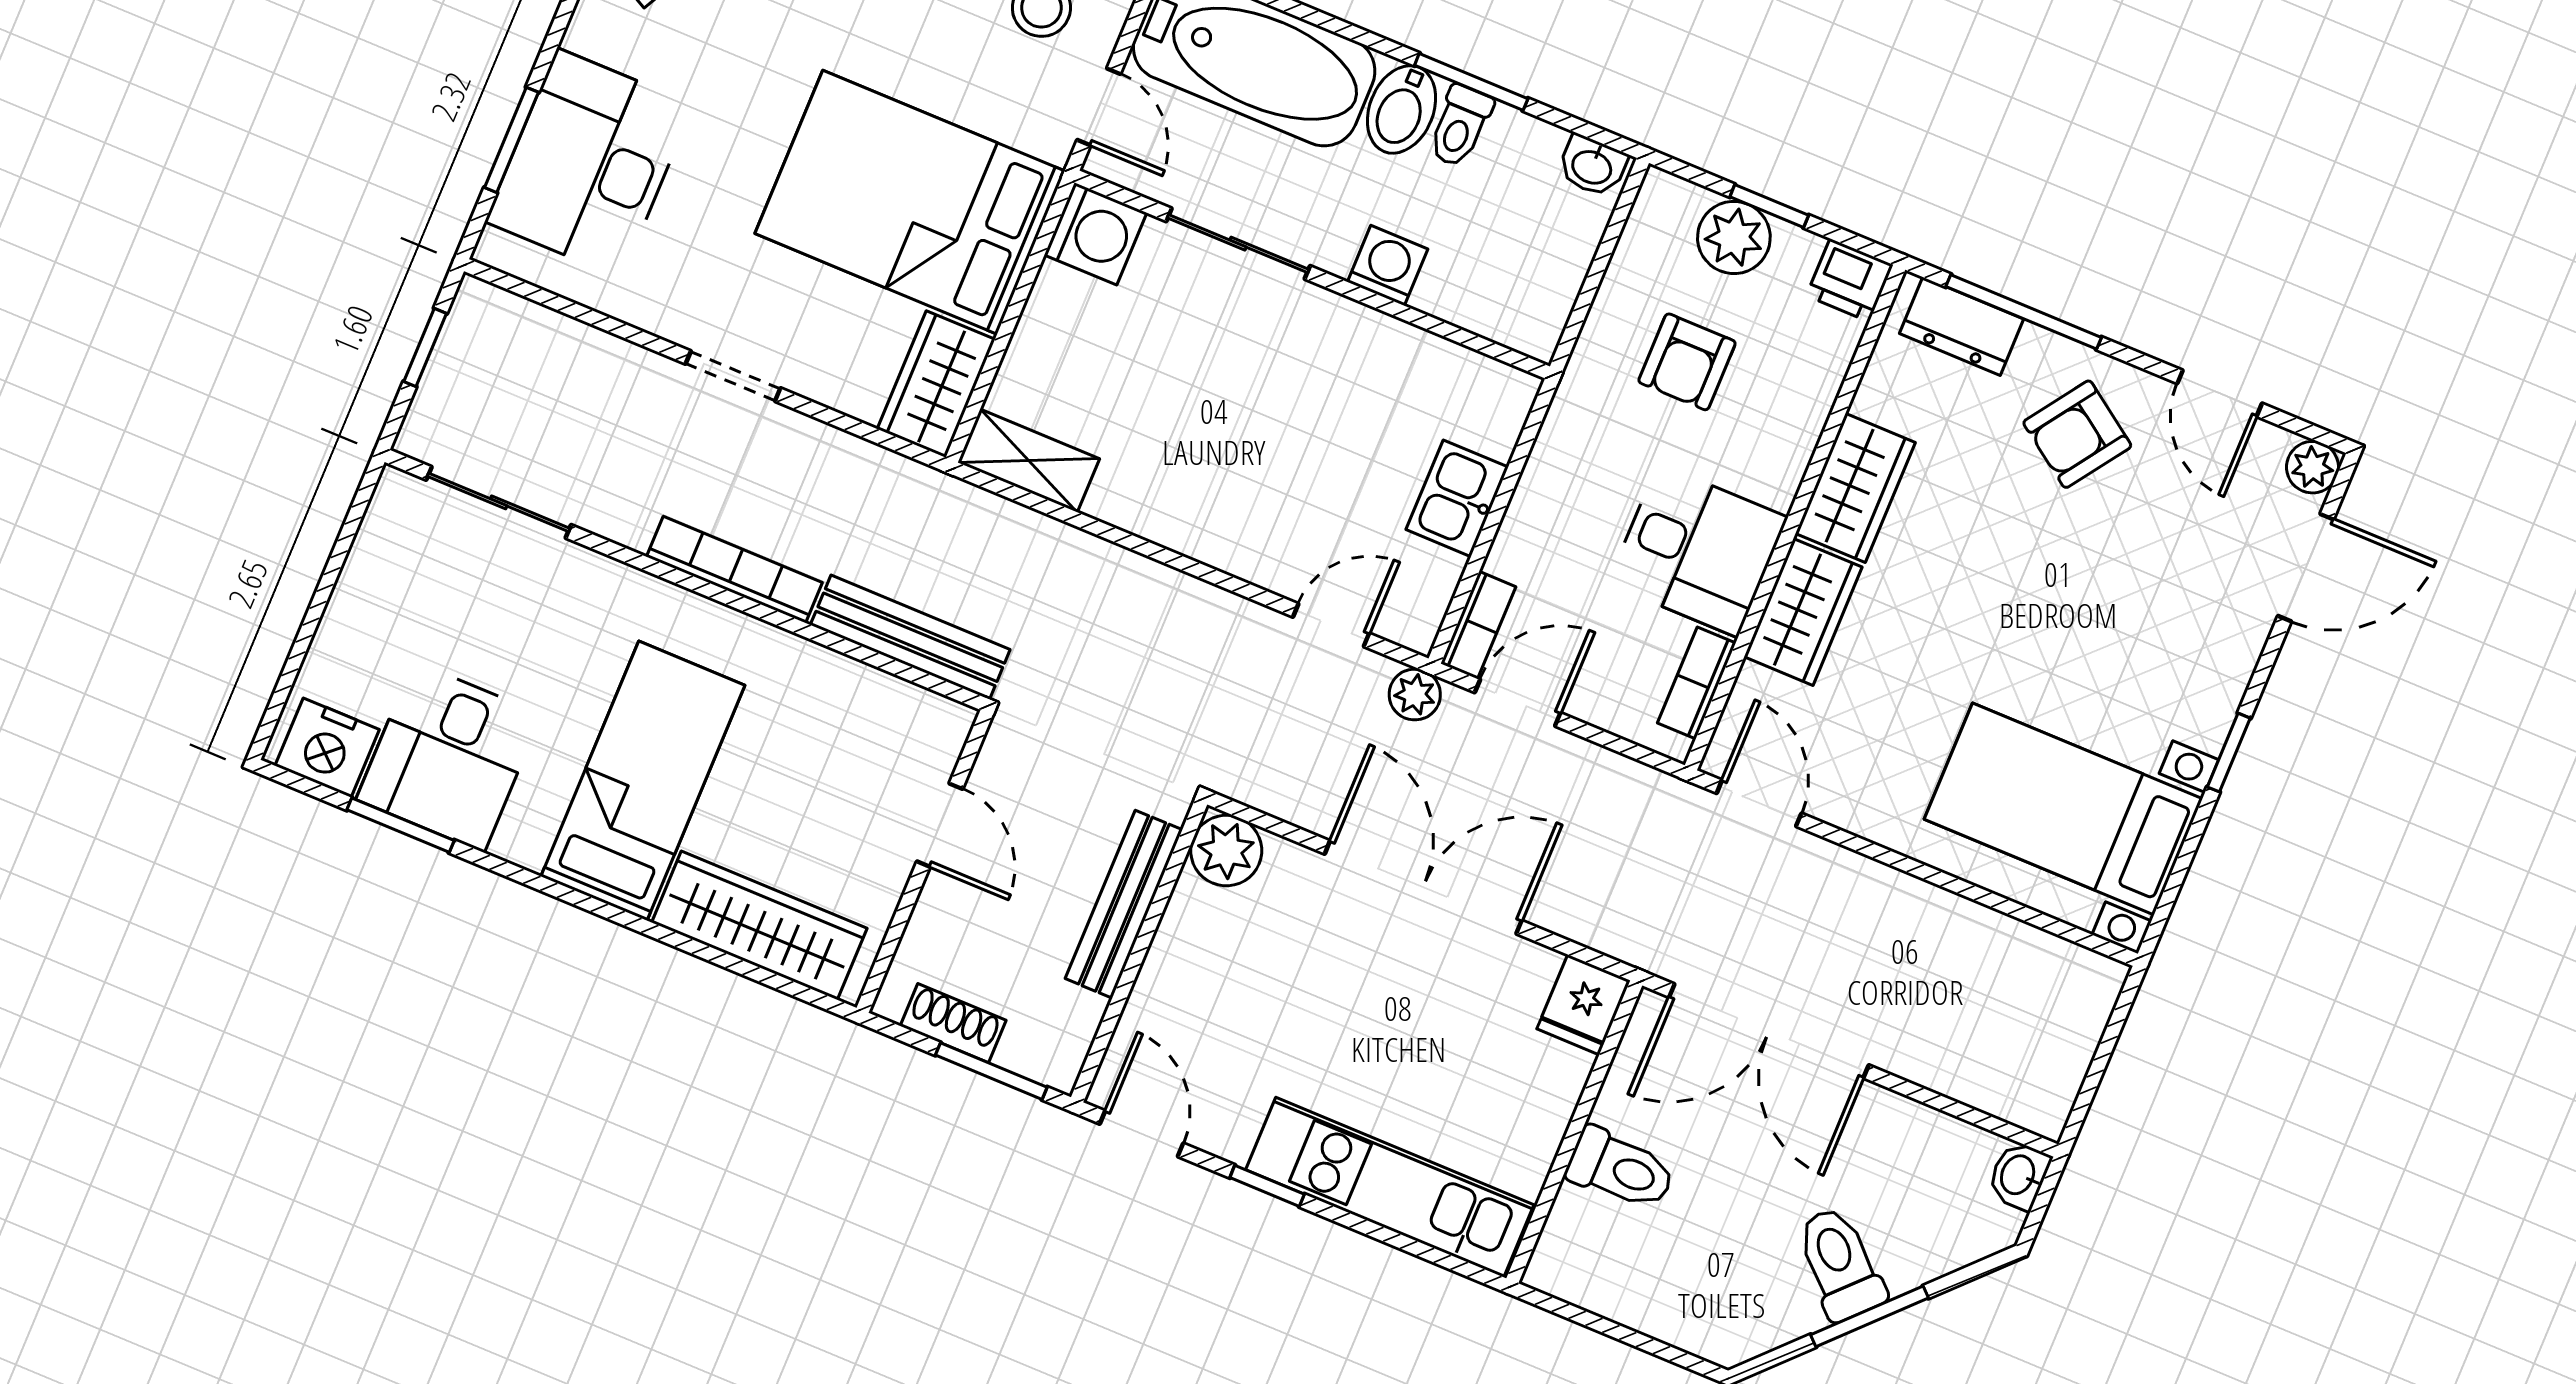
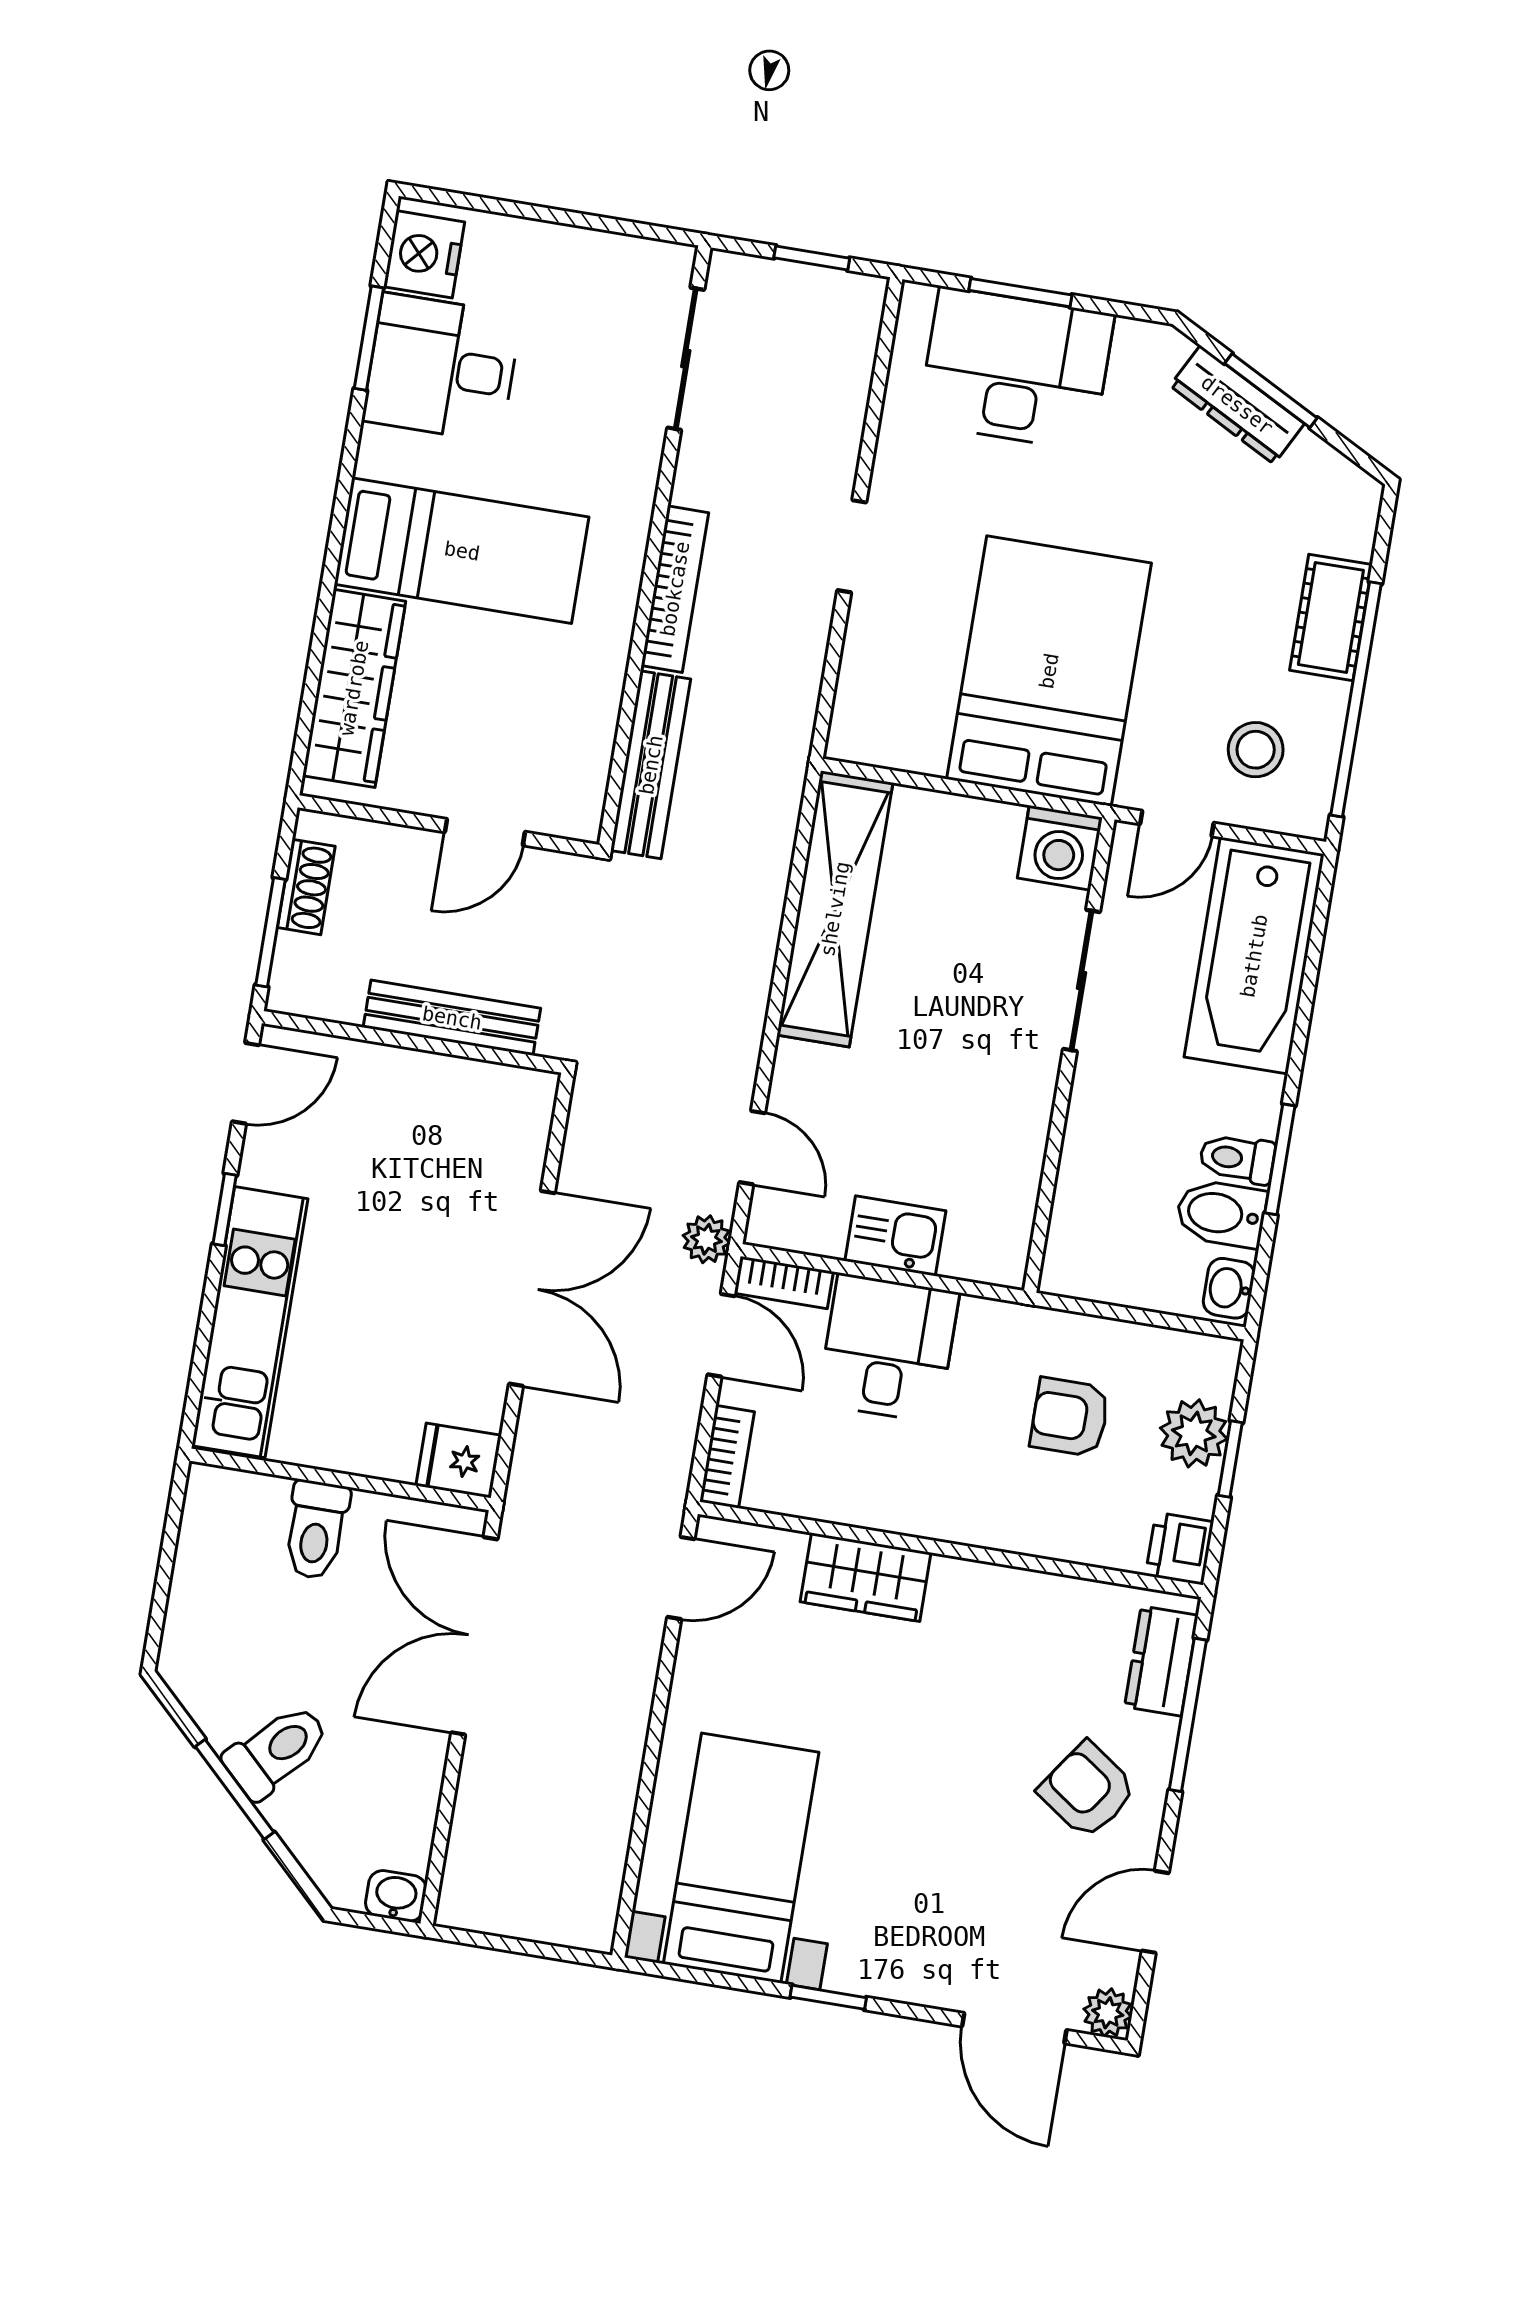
bidet: (1401, 109) -> (1221, 1214), moved
washing machine: (1388, 265) -> (1094, 1122), removed
wardrobe: (936, 384) -> (888, 734), removed
shelving: (1029, 461) -> (835, 909), width x2.20, depth x1.33
wardrobe: (1855, 488) -> (990, 1598), removed
desk: (1698, 550) -> (888, 1348), moved, turned 180
bookcase: (1697, 683) -> (727, 1457), moved, turned 90
plant: (1226, 851) -> (523, 1100), removed

